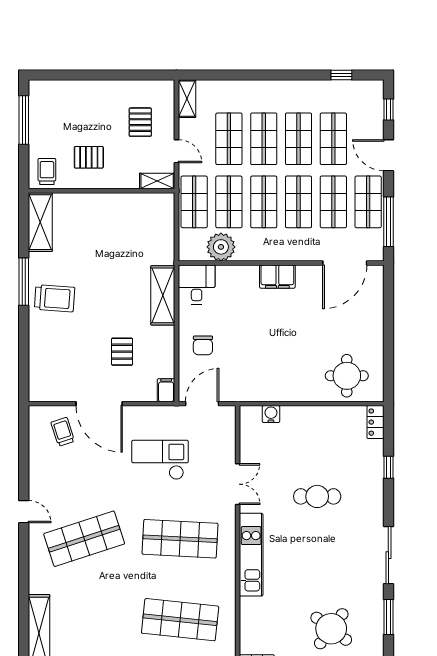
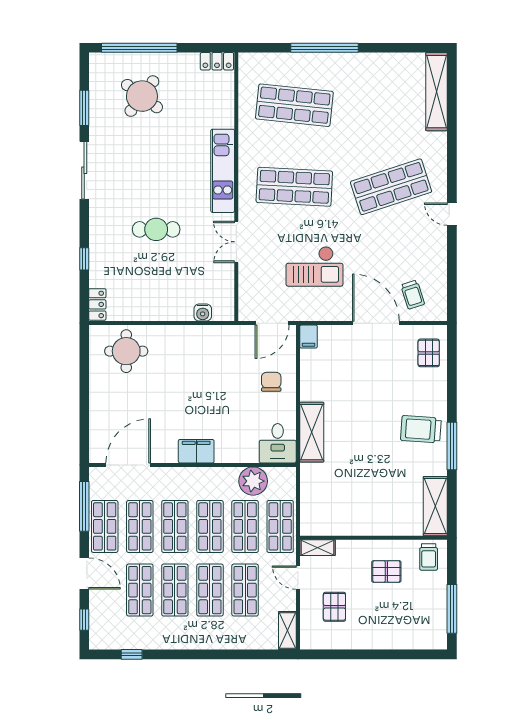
pallet: (122, 352) -> (429, 353), moved

